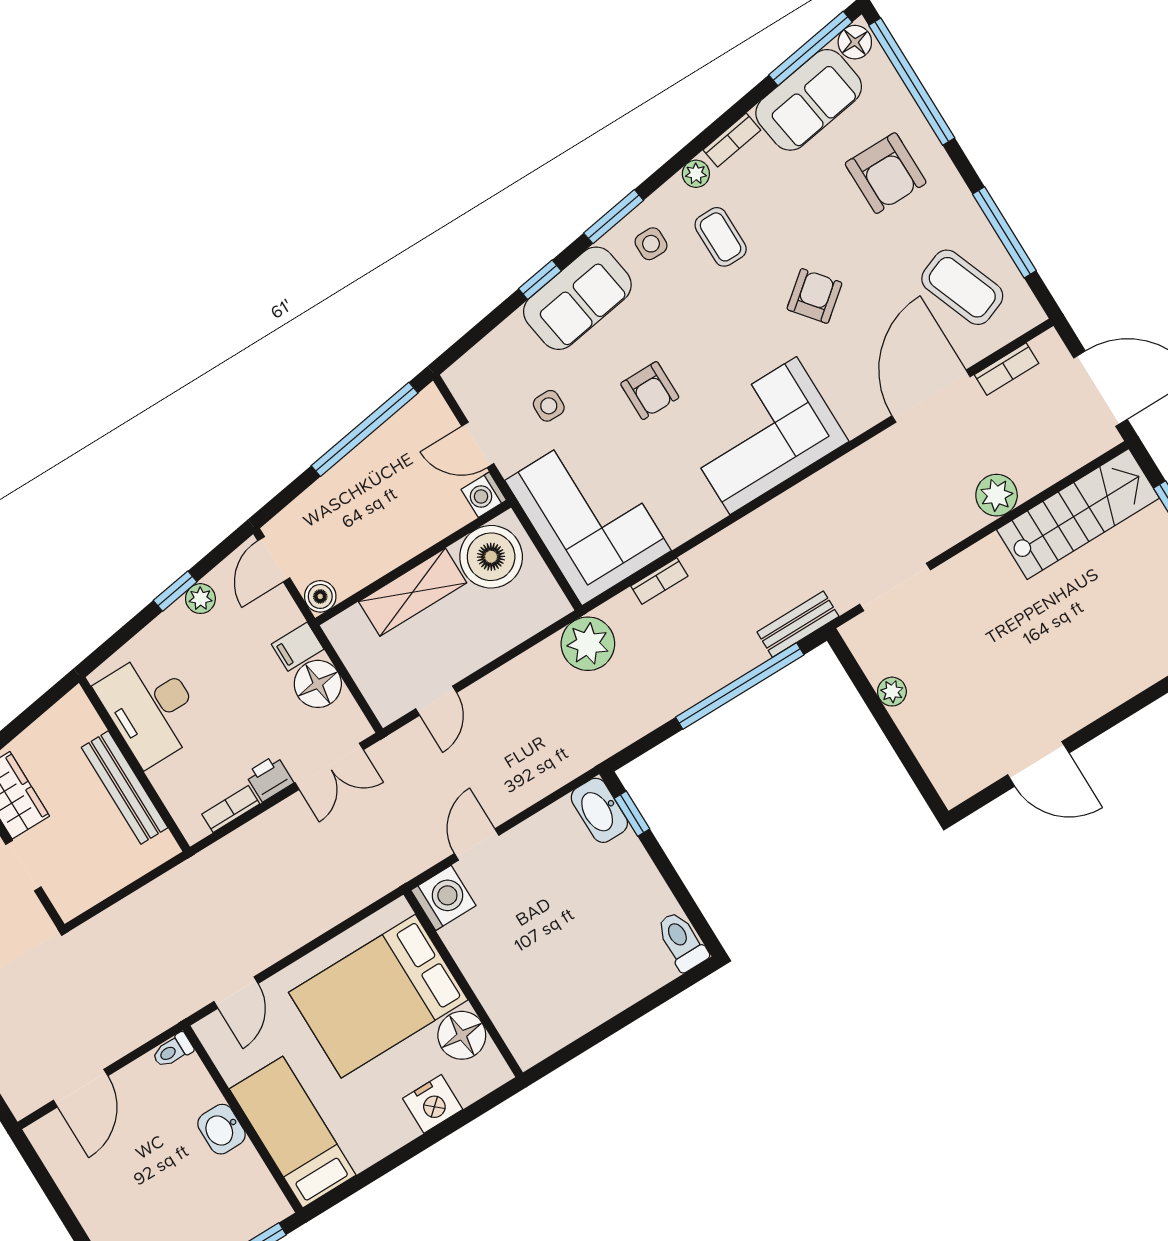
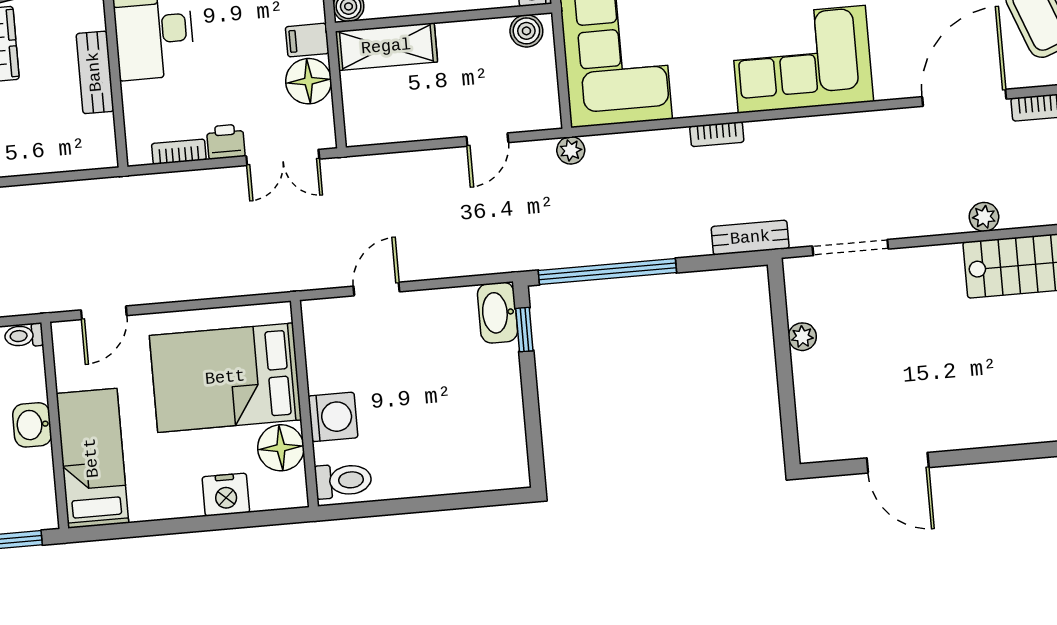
plant: (997, 495) -> (984, 217), width x0.73, depth x0.73
boiler: (491, 557) -> (526, 31), width x0.54, depth x0.54
bookcase: (659, 581) -> (717, 134), moved
shelving: (413, 592) -> (386, 47), moved
plant: (588, 644) -> (571, 150), width x0.53, depth x0.53
window: (740, 686) -> (607, 272), moved
door: (436, 701) -> (487, 140), moved
bench: (125, 788) -> (95, 72), width x0.73
washing machine: (443, 898) -> (333, 417), moved
toilet: (682, 941) -> (343, 481), moved, turned 90

